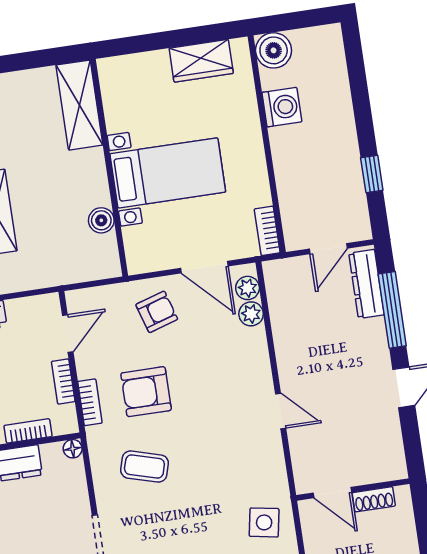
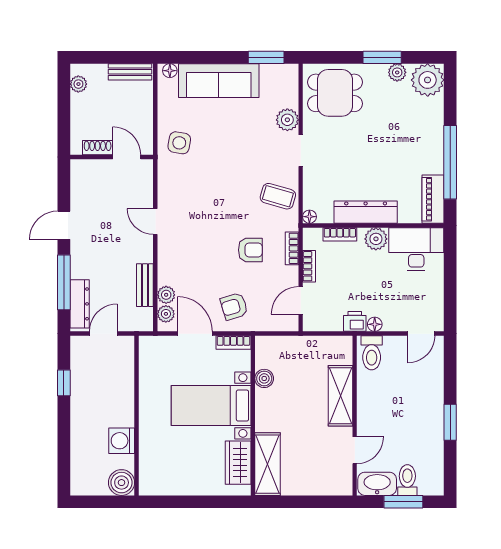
wardrobe: (201, 61) -> (238, 463), moved, turned -90
bookcase: (267, 231) -> (233, 343), moved, turned 90
bench: (282, 323) -> (145, 285), added
armchair: (146, 392) -> (250, 250), width x0.72, depth x0.72
coffee table: (144, 467) -> (278, 196), moved

